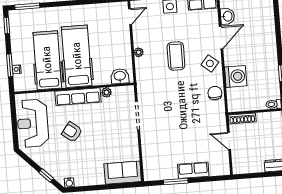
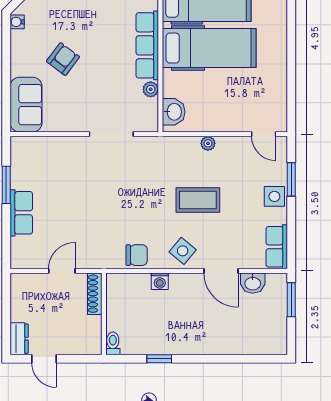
washing machine: (236, 76) -> (160, 281), width x0.53, depth x0.53
armchair: (72, 132) -> (63, 59), moved

